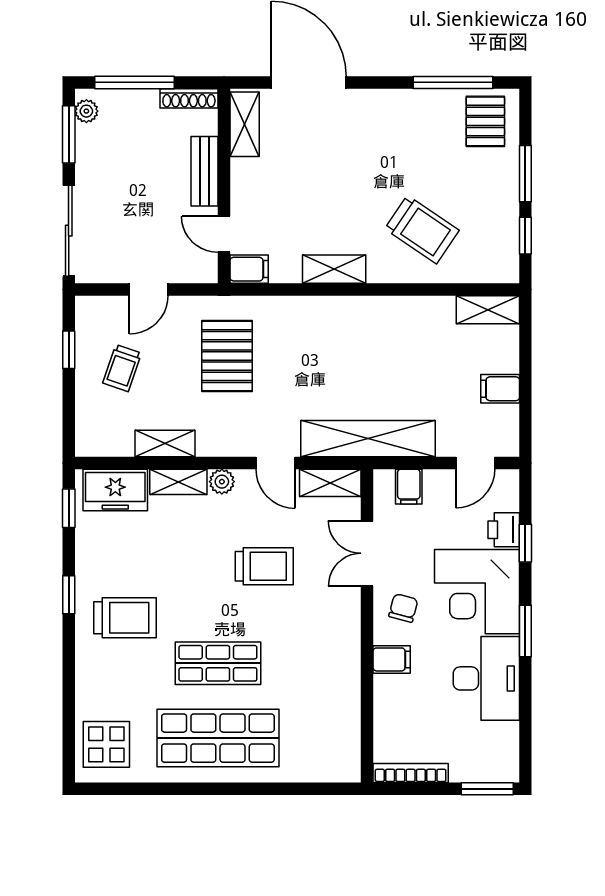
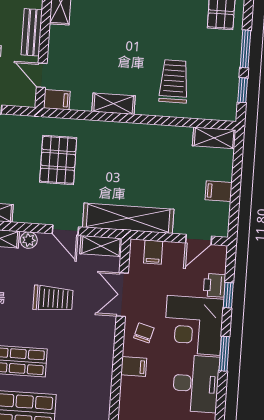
trolley: (422, 230) -> (174, 81), turned -124
pallet: (227, 356) -> (58, 160), moved

